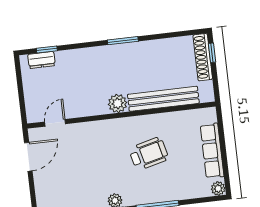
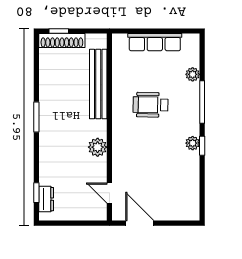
plant: (118, 103) -> (98, 147), moved
wheelchair: (149, 154) -> (151, 105), turned -75
plant: (218, 189) -> (193, 74), moved

